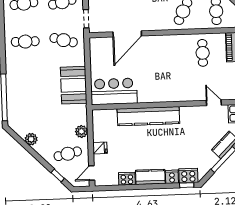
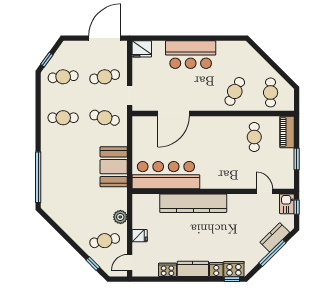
bar counter: (114, 91) -> (166, 175), width x1.36
plant: (31, 139) -> (66, 223), removed

